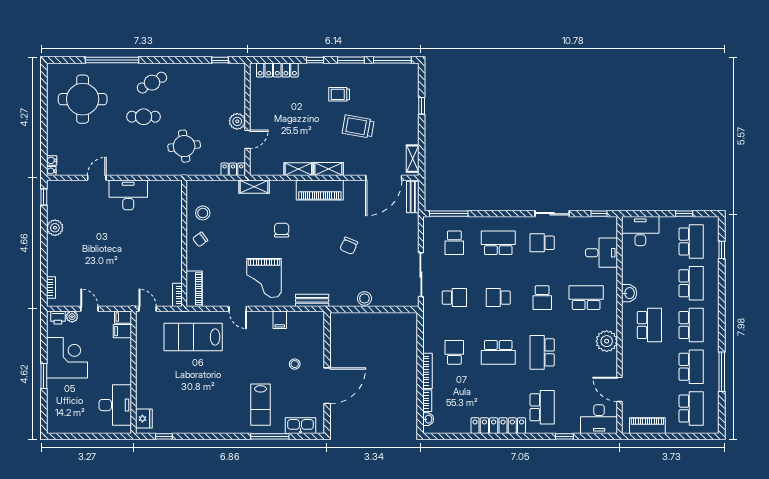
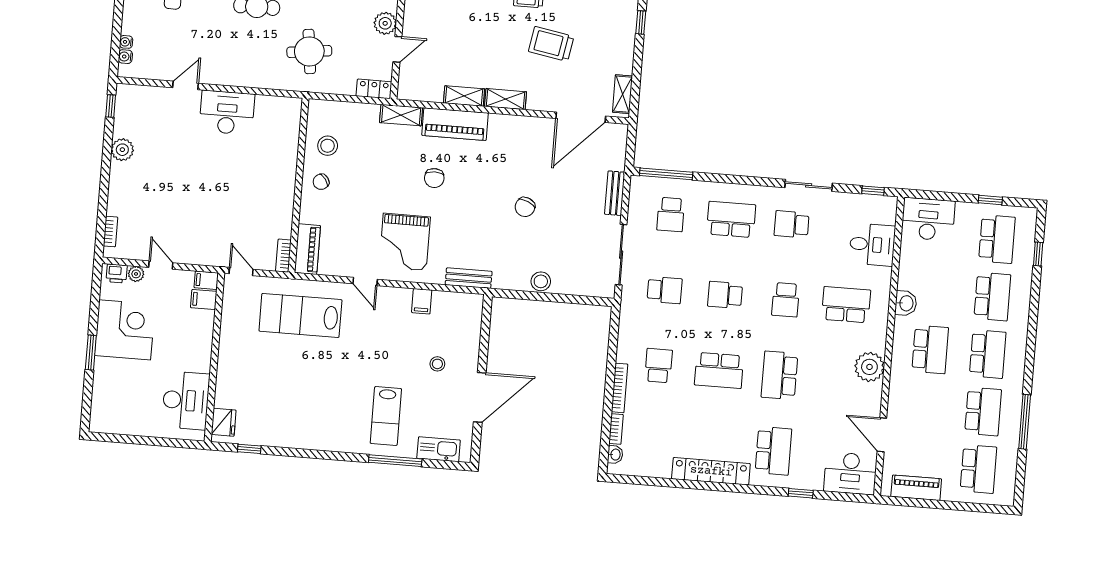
water cooler: (51, 171) -> (126, 42), moved
piano: (320, 190) -> (455, 124), moved
bench: (413, 197) -> (615, 193), moved
chair: (282, 230) -> (434, 178), turned 180

